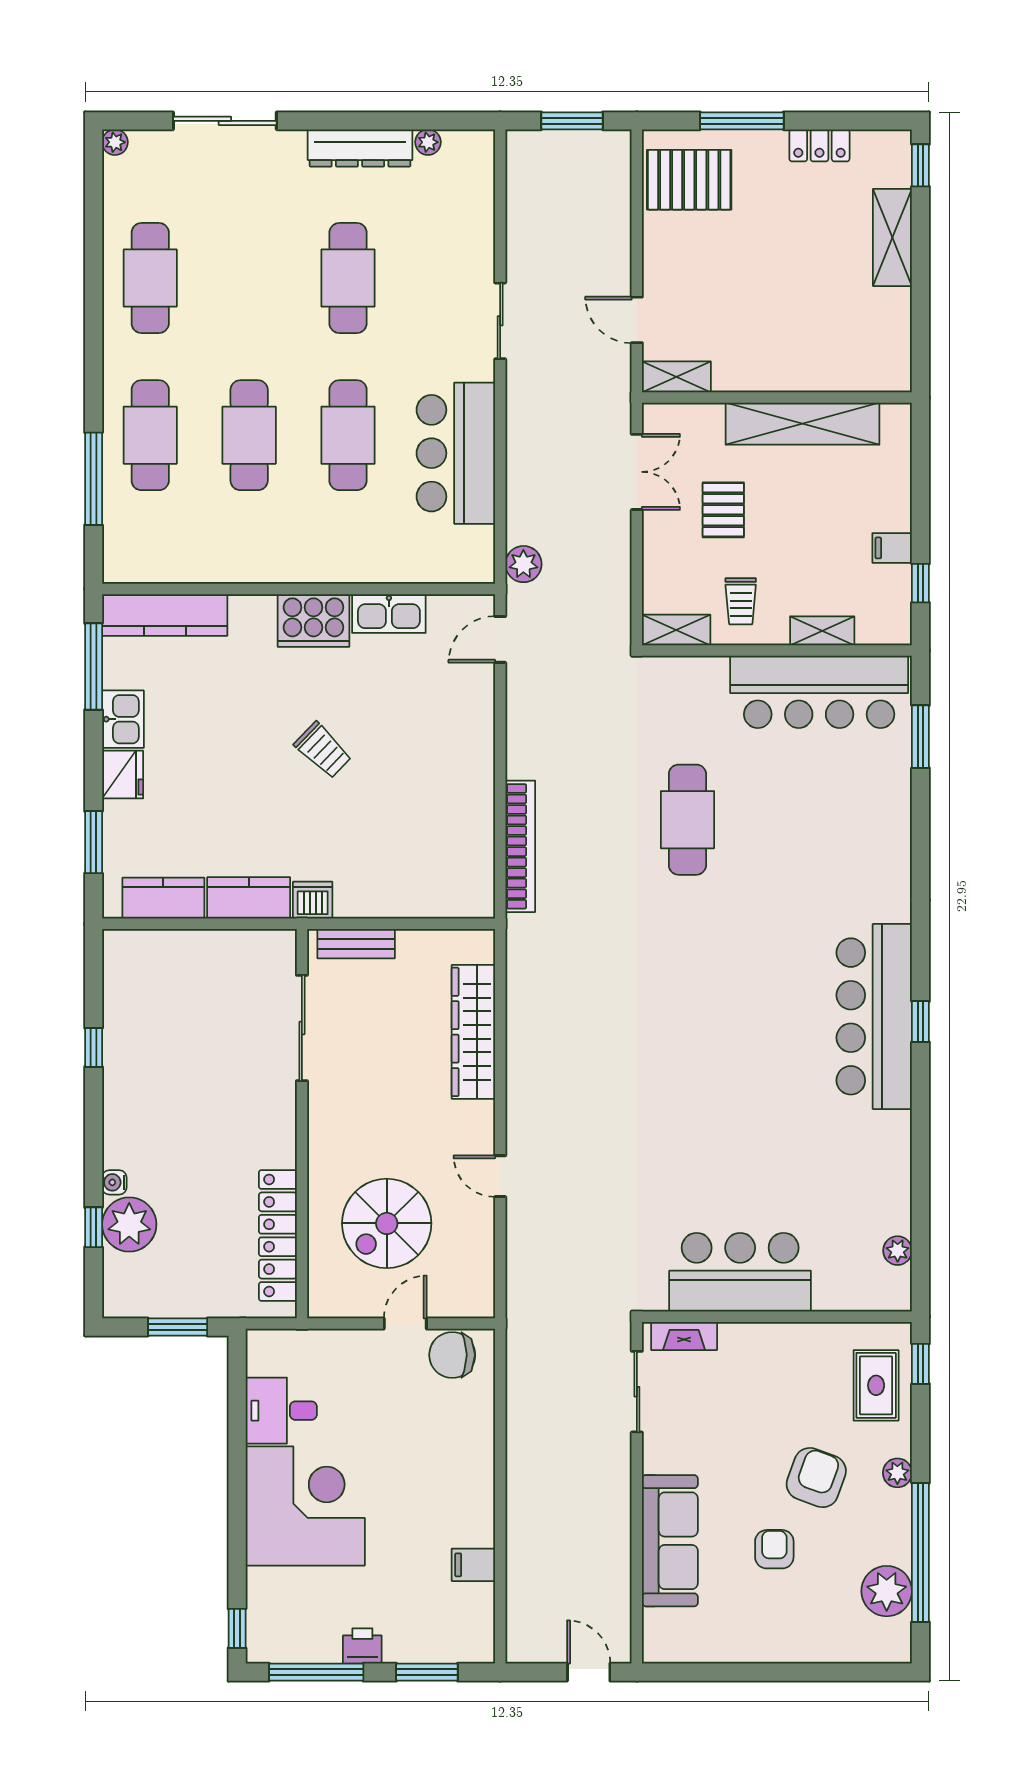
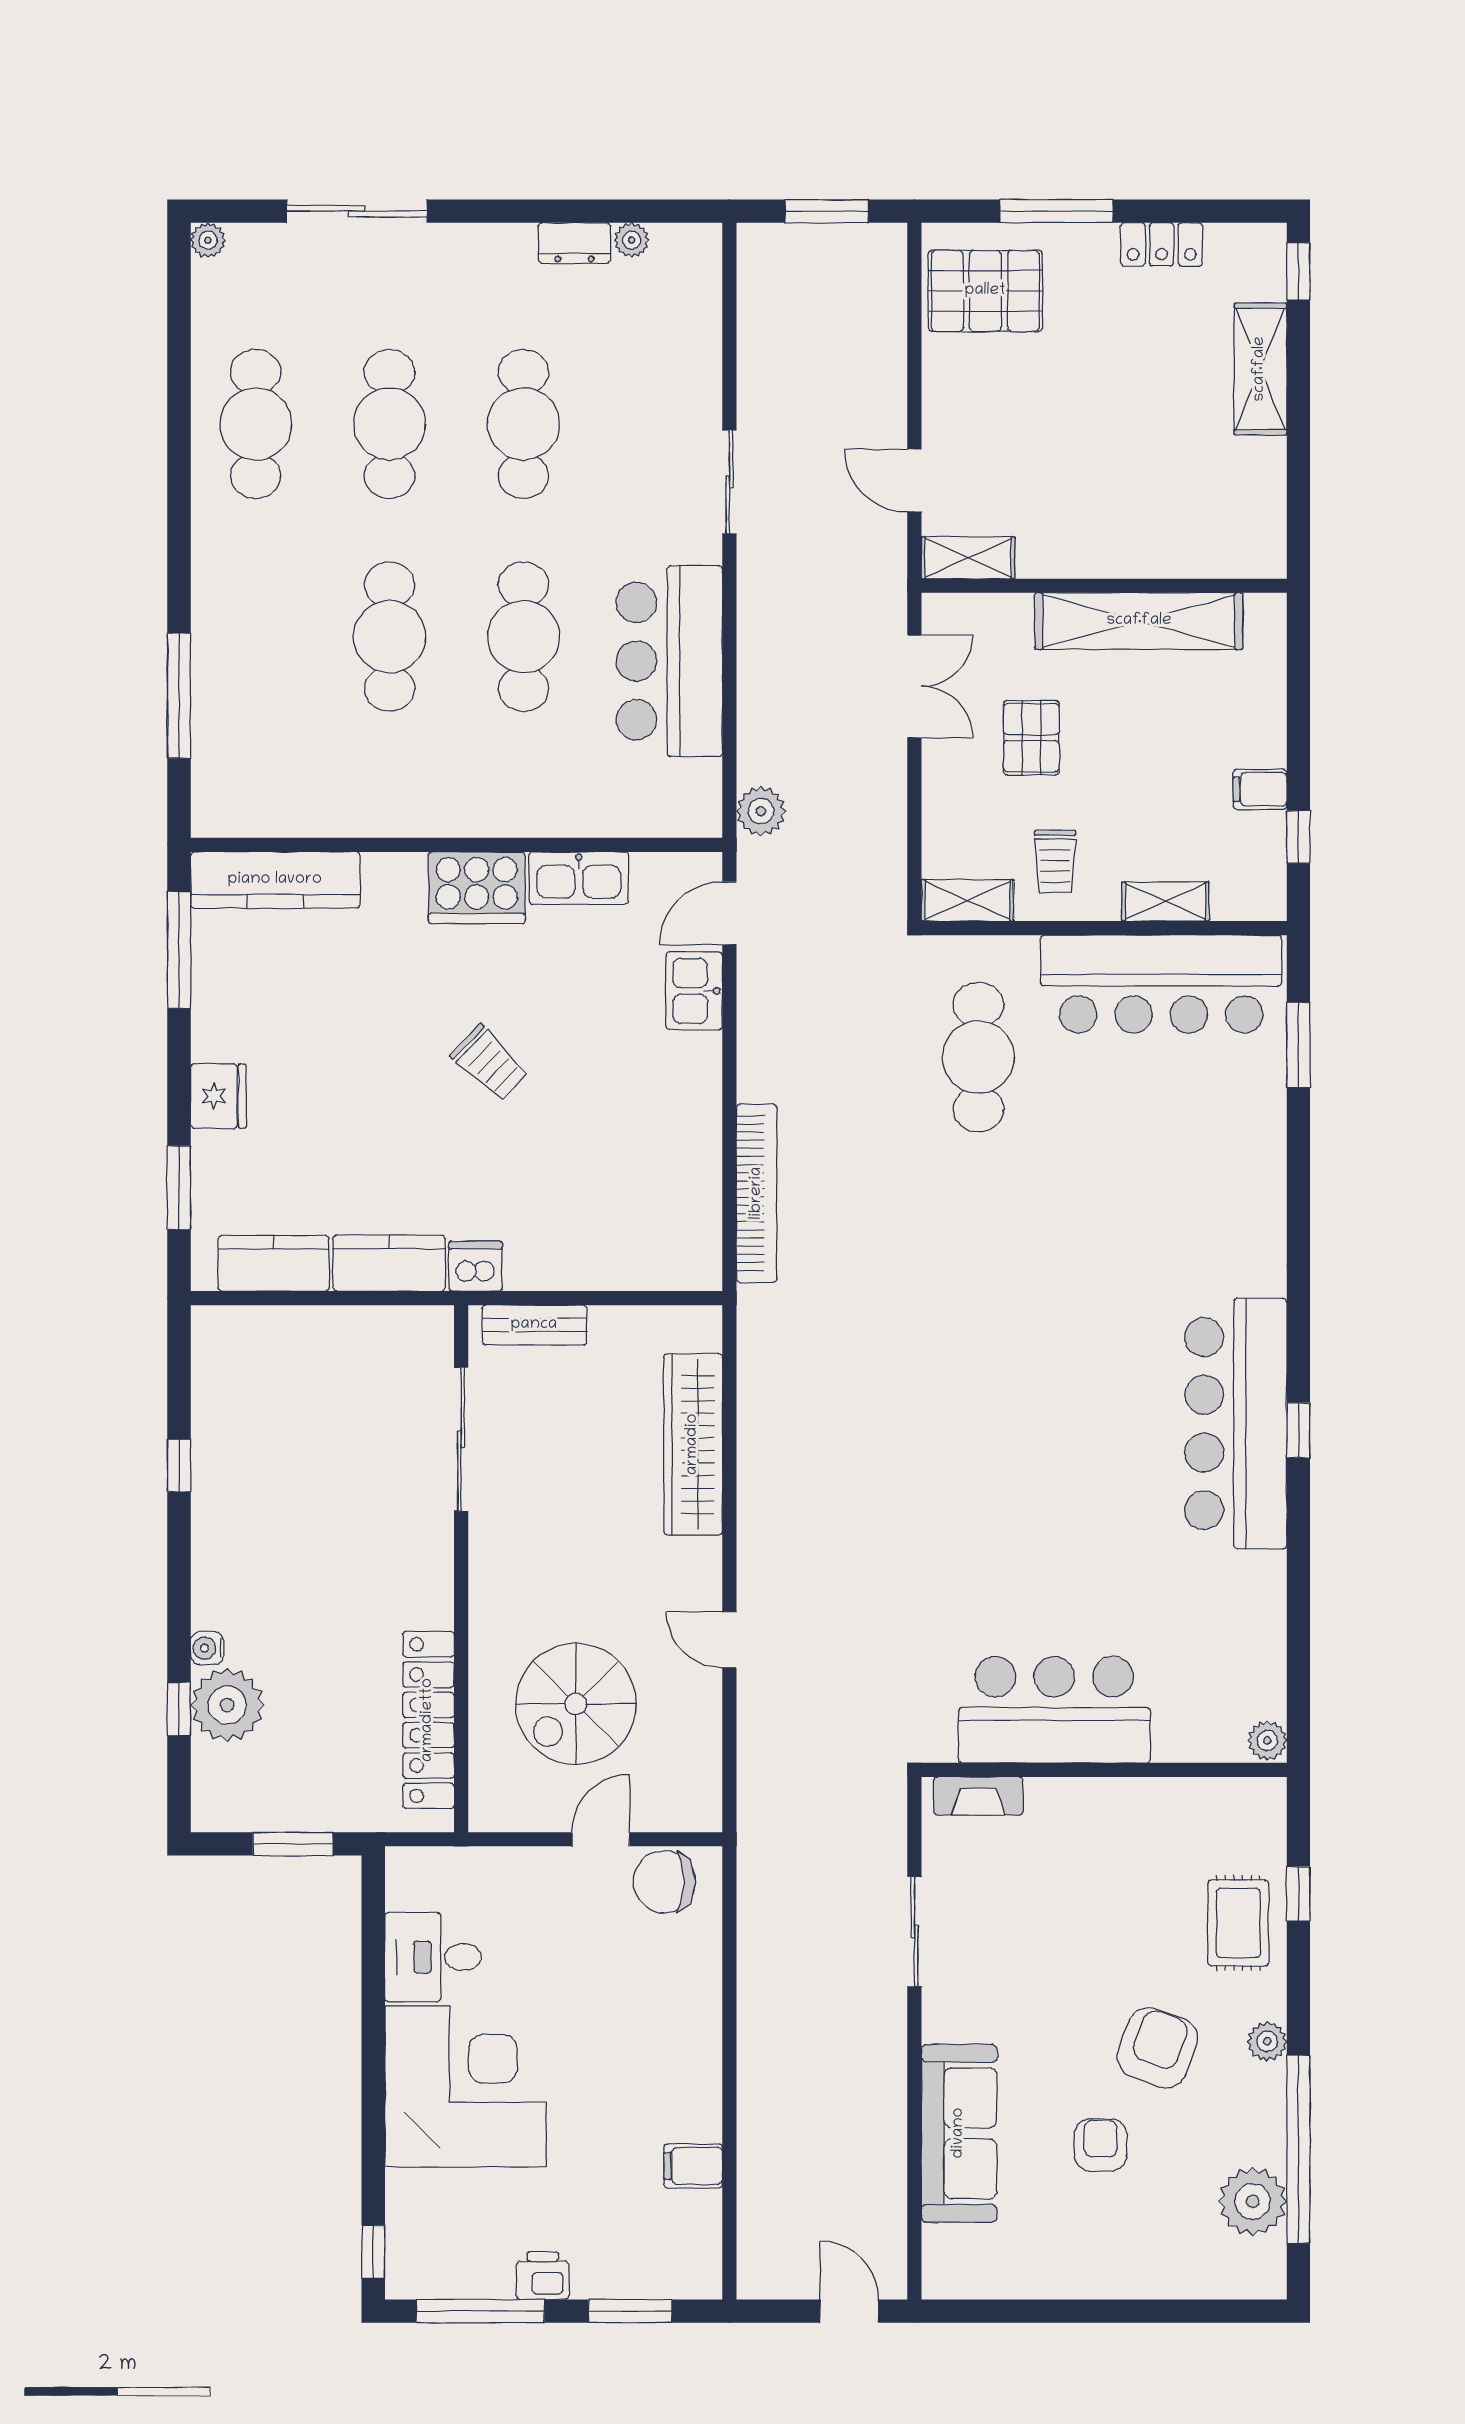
dresser: (360, 148) -> (574, 243), width x0.51, depth x0.80
cafe table: (150, 435) -> (390, 424), moved
kitchen sink: (123, 719) -> (694, 991), moved, turned 180
cafe table: (687, 820) -> (978, 1057), moved
bar counter: (740, 1272) -> (1054, 1710), moved
wall: (777, 1317) -> (1104, 1770), moved
fireplace: (684, 1336) -> (978, 1796), moved

